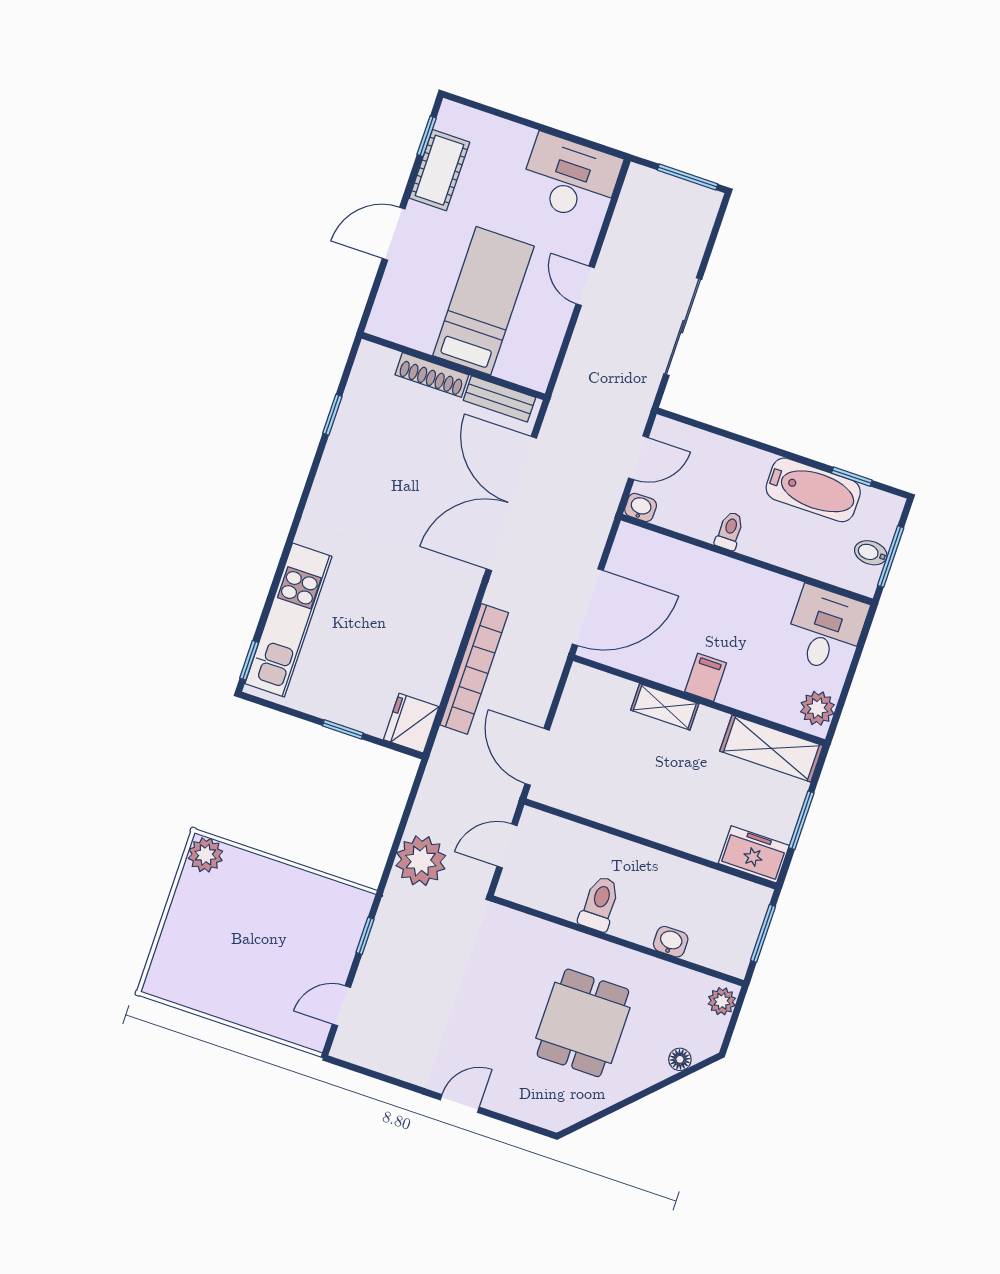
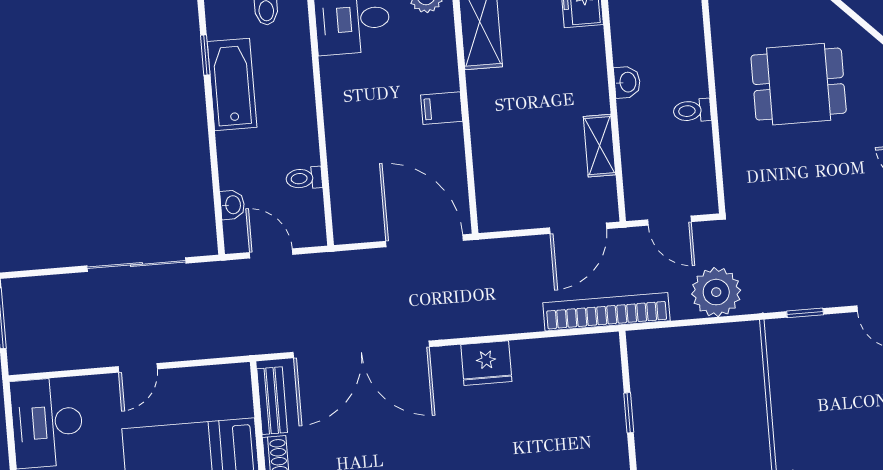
washbasin: (641, 507) -> (232, 205), moved, turned 180
toilet: (730, 531) -> (304, 178), moved
bookcase: (474, 669) -> (606, 312), moved
shelving: (665, 707) -> (600, 146), moved
fridge: (411, 723) -> (486, 363), moved
toilet: (600, 904) -> (692, 111), width x0.73, depth x0.72
washbasin: (671, 942) -> (627, 82), moved, turned 180

